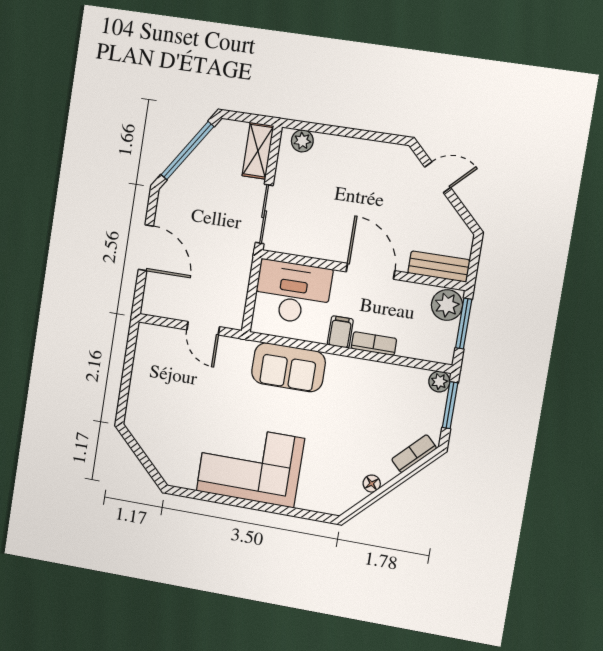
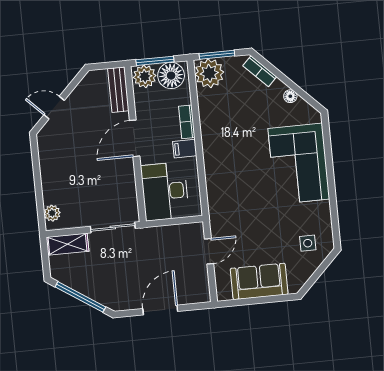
door: (438, 177) -> (54, 108), hinge flipped
floor lamp: (439, 339) -> (171, 76), added
sofa: (288, 367) -> (259, 281), moved, turned -90
plant: (439, 382) -> (209, 73), width x1.88, depth x1.88
side table: (182, 454) -> (308, 243), added
corner sofa: (250, 465) -> (299, 164), moved

